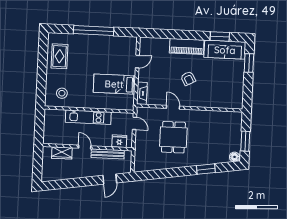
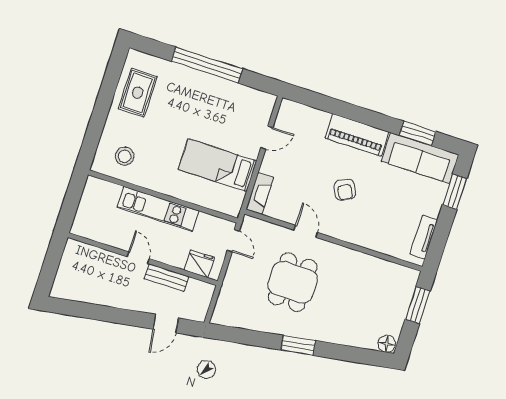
tv unit: (239, 93) -> (424, 237), added
window: (245, 141) -> (418, 305), moved
wardrobe: (62, 153) -> (97, 257), removed
bench: (108, 154) -> (167, 278), width x0.73
window: (206, 169) -> (298, 345), moved

